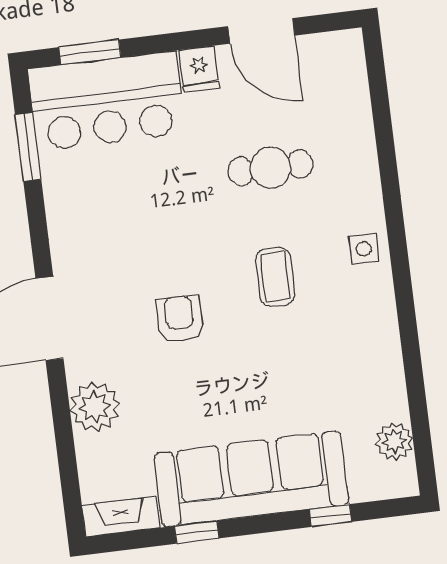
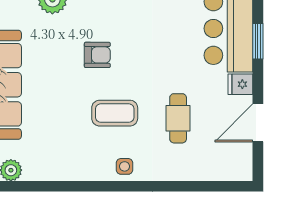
window: (90, 52) -> (258, 41), moved
coffee table: (275, 277) -> (115, 113), width x1.36, depth x1.30

